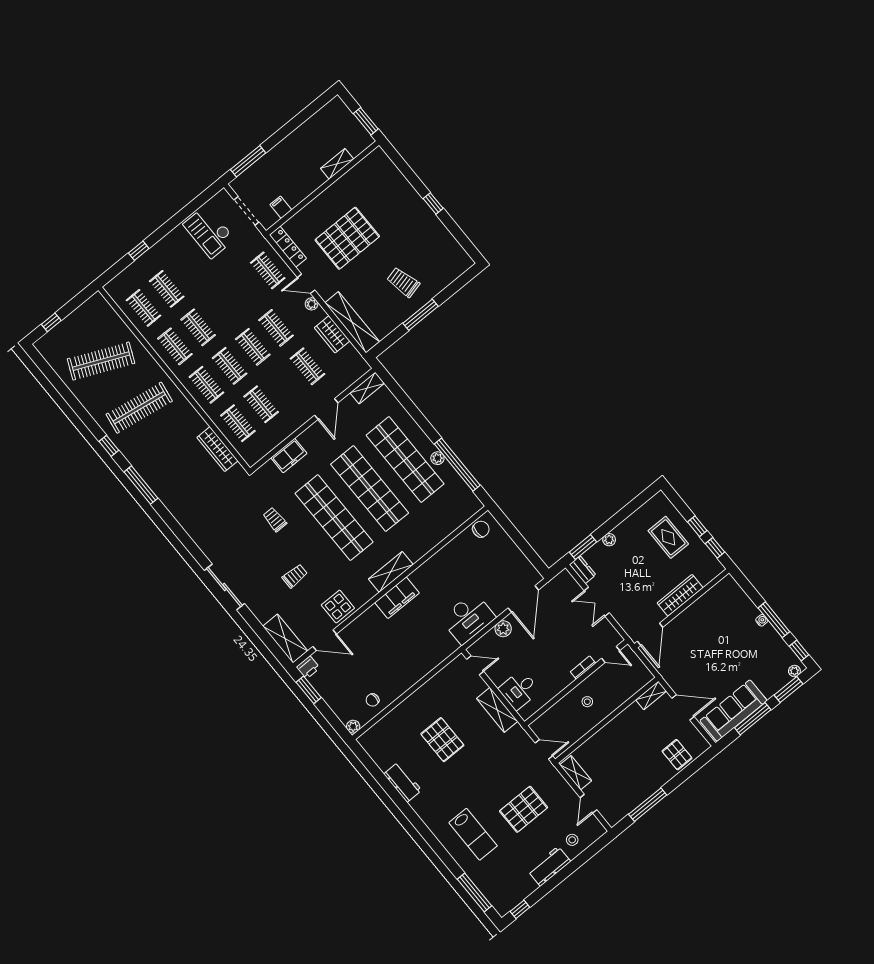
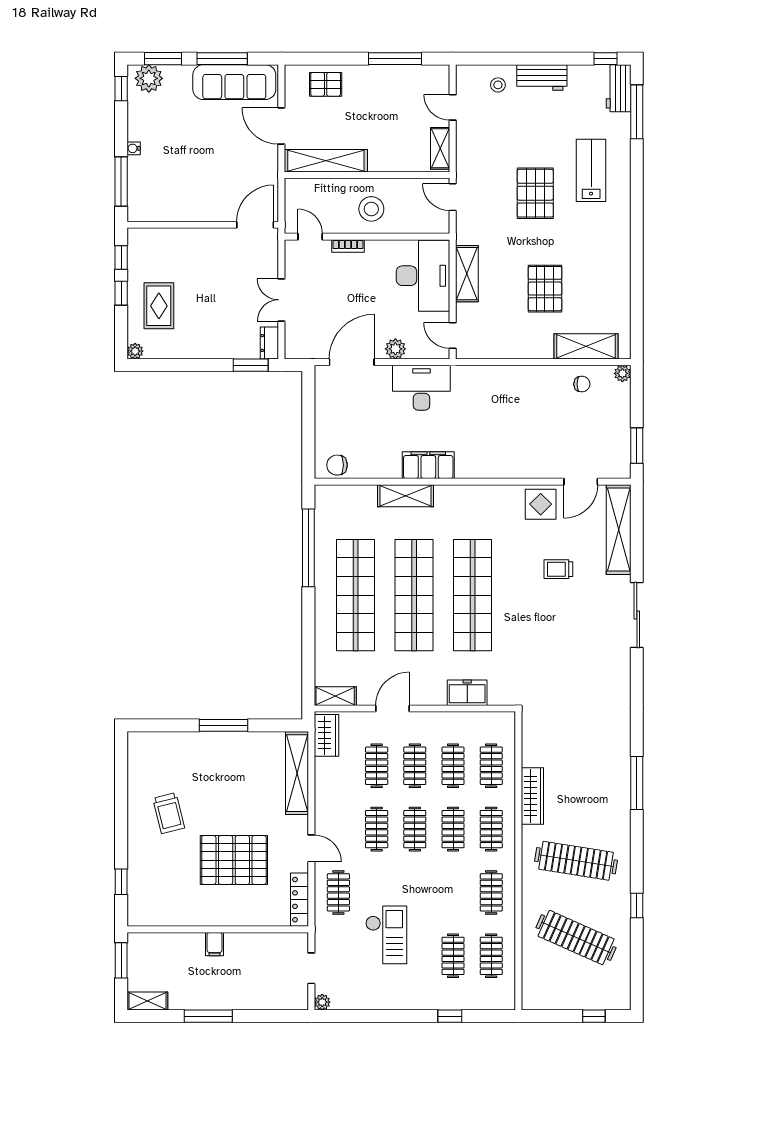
window: (248, 161) -> (208, 1016), moved
shelving: (337, 164) -> (147, 1001), moved
window: (433, 203) -> (121, 882), moved
filing cabinet: (281, 207) -> (215, 944), moved
doorway: (247, 211) -> (311, 968), width x0.73
checkout: (209, 232) -> (386, 935), moved
trolley: (403, 282) -> (169, 813), moved
plant: (312, 304) -> (322, 1002), moved
clothes rail: (198, 327) -> (415, 766), moved
wardrobe: (332, 334) -> (327, 735), moved
window: (109, 446) -> (637, 906), moved
wardrobe: (217, 449) -> (532, 796), moved
plant: (437, 458) -> (323, 570), removed
trolley: (275, 519) -> (532, 641), removed
plant: (609, 540) -> (135, 351), moved
shelving: (391, 572) -> (405, 496), moved
wardrobe: (680, 595) -> (194, 239), removed
filing cabinet: (397, 598) -> (428, 465), moved
double door: (597, 602) -> (281, 300), swing flipped
window: (774, 620) -> (121, 182), moved
shelving: (285, 639) -> (619, 530), width x1.47
door: (325, 640) -> (581, 482), swing flipped
printer: (308, 668) -> (619, 468), removed
plant: (794, 671) -> (149, 78), width x1.88, depth x1.88
desk: (519, 690) -> (423, 276), width x1.87, depth x1.30
shelving: (651, 695) -> (326, 161), width x2.20, depth x1.33
stool: (587, 702) -> (371, 209), width x1.89, depth x1.89
shelving: (389, 725) -> (586, 346), added
pallet: (677, 755) -> (326, 84), turned 90
workbench: (403, 782) -> (619, 88), moved
door: (588, 804) -> (453, 107), swing flipped
pallet: (524, 809) -> (535, 193), moved, turned 90

